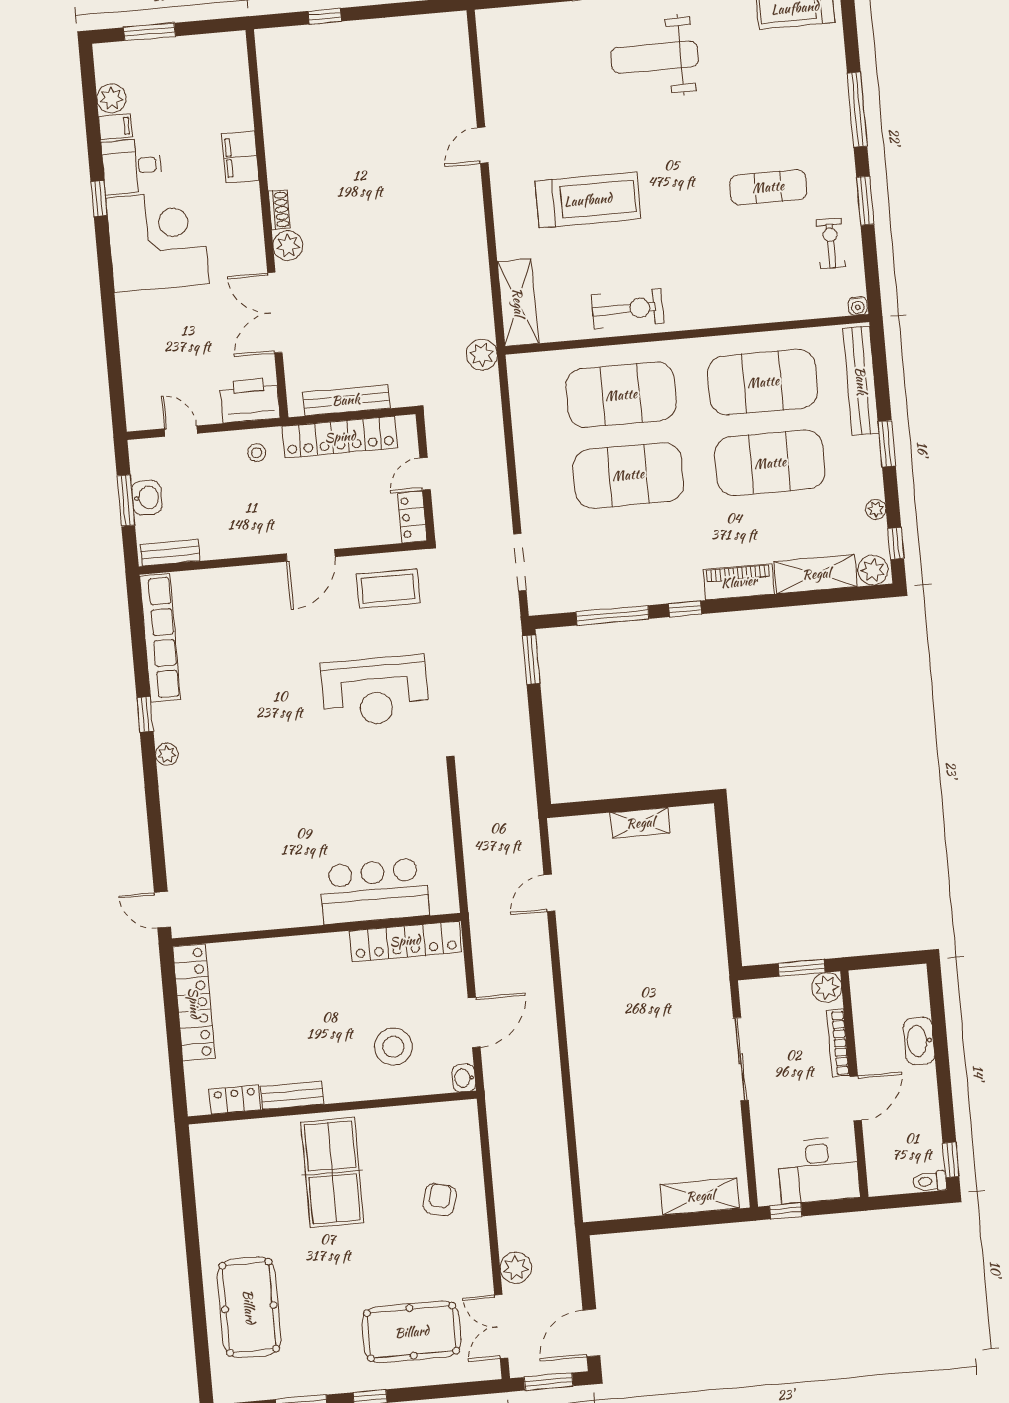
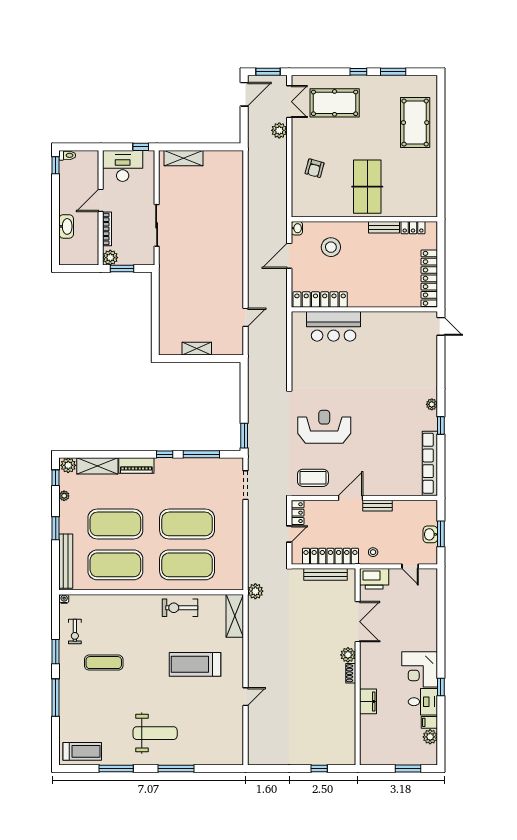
corner desk: (158, 241) -> (420, 669), width x0.74, depth x0.74
bench: (170, 553) -> (377, 506), moved

